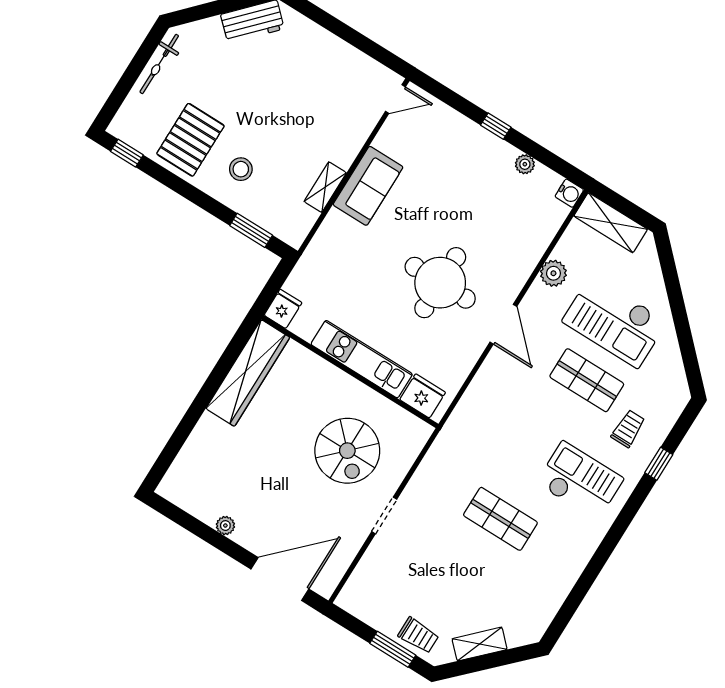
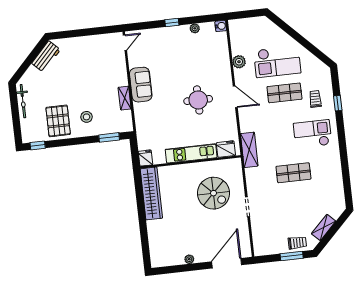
shelving: (611, 223) -> (249, 150), moved, turned 90
round table: (440, 283) -> (198, 100), width x0.73, depth x0.73

